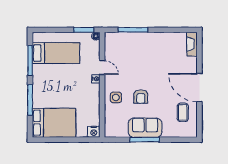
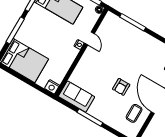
side table: (116, 97) -> (86, 69), removed
armchair: (141, 97) -> (121, 87), moved
sofa: (145, 128) -> (76, 97), moved

